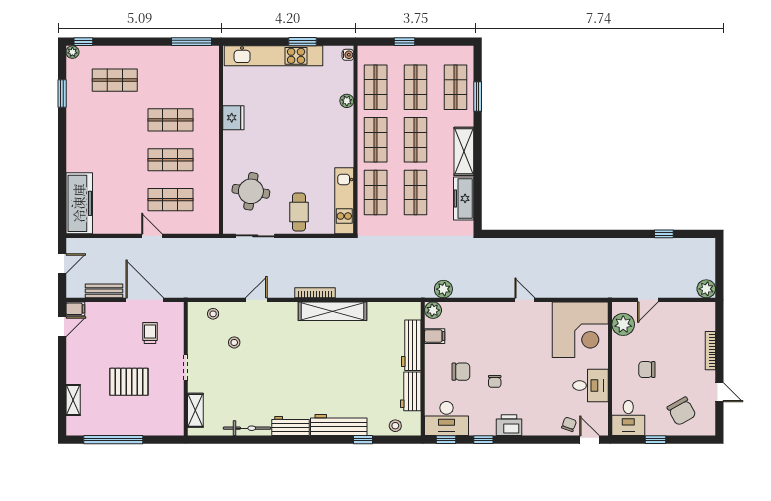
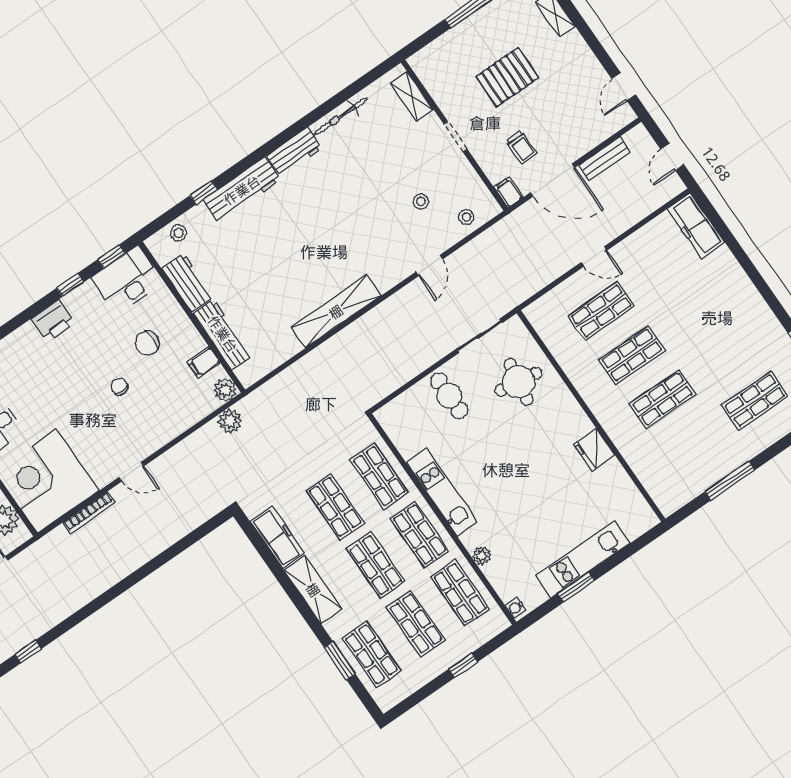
window: (191, 42) -> (730, 481), moved
kitchen unit: (273, 56) -> (583, 559), width x0.73
kitchen unit: (344, 201) -> (442, 492), moved
freezer: (79, 203) -> (696, 226), width x0.73, depth x0.79
bookcase: (315, 293) -> (89, 513), moved
filing cabinet: (75, 309) -> (508, 192), moved, turned 90
chair: (495, 381) -> (120, 387), moved

